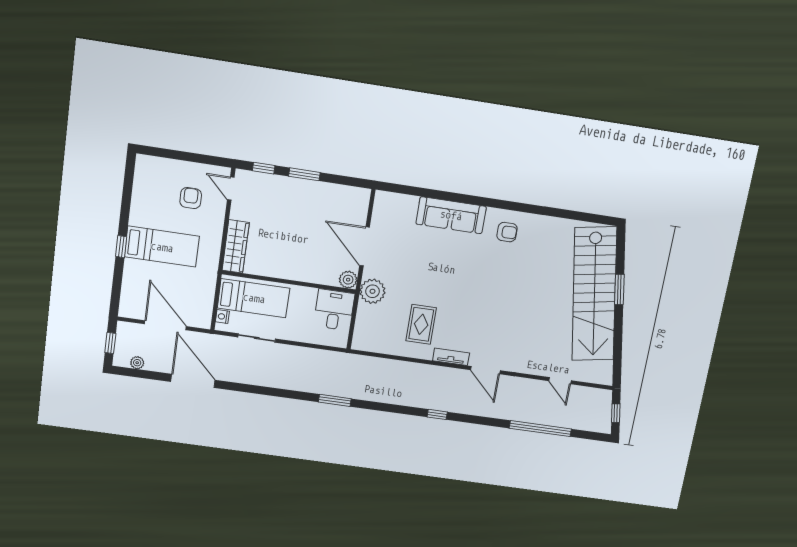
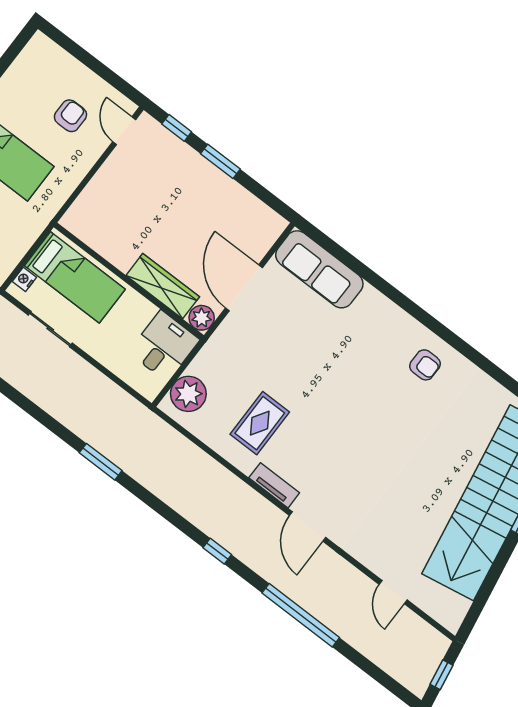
sofa: (451, 215) -> (319, 269), moved
wardrobe: (236, 246) -> (163, 286), moved, turned -90
plant: (372, 291) -> (188, 394), moved
window: (540, 429) -> (301, 615), moved

